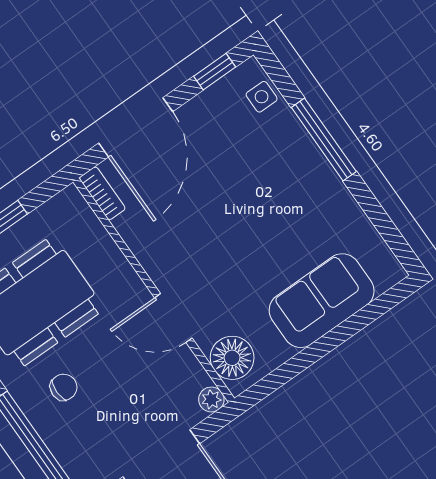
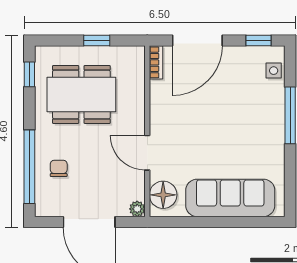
sofa: (322, 301) -> (230, 198), width x1.36
chair: (64, 387) -> (59, 168), moved, turned -90

